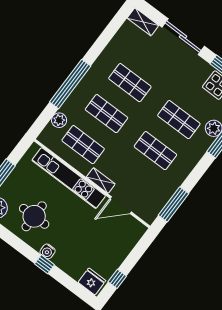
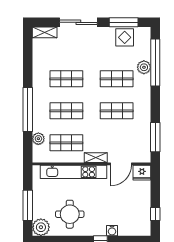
water cooler: (48, 251) -> (112, 231), moved
fridge: (92, 282) -> (142, 173), moved, turned 180

